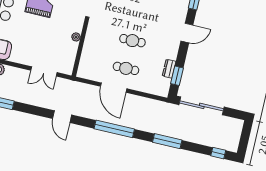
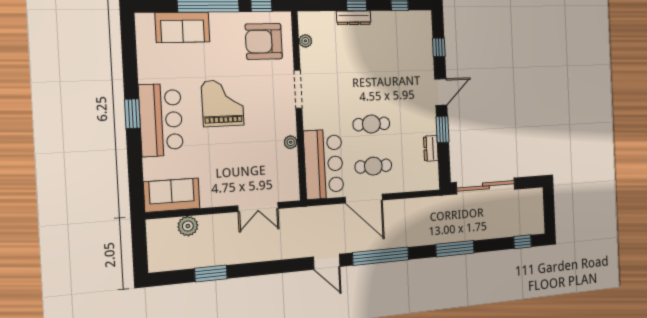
bar counter: (93, 57) -> (324, 164), added
window: (177, 76) -> (443, 129), moved
door: (62, 117) -> (327, 262), moved

